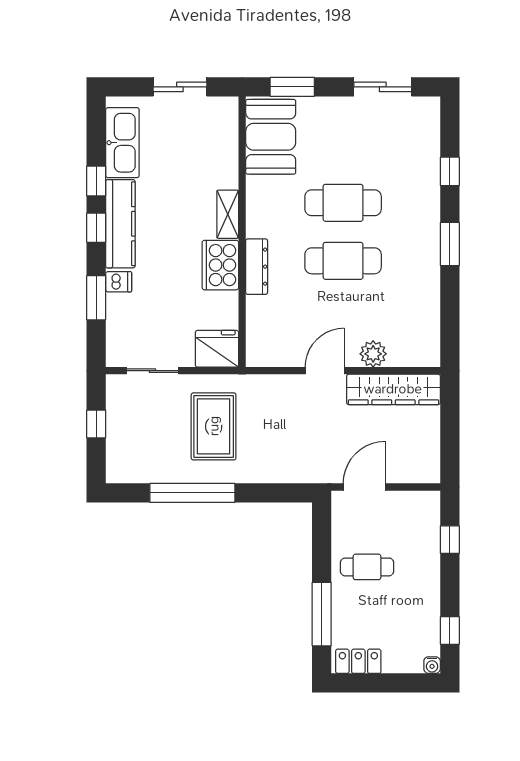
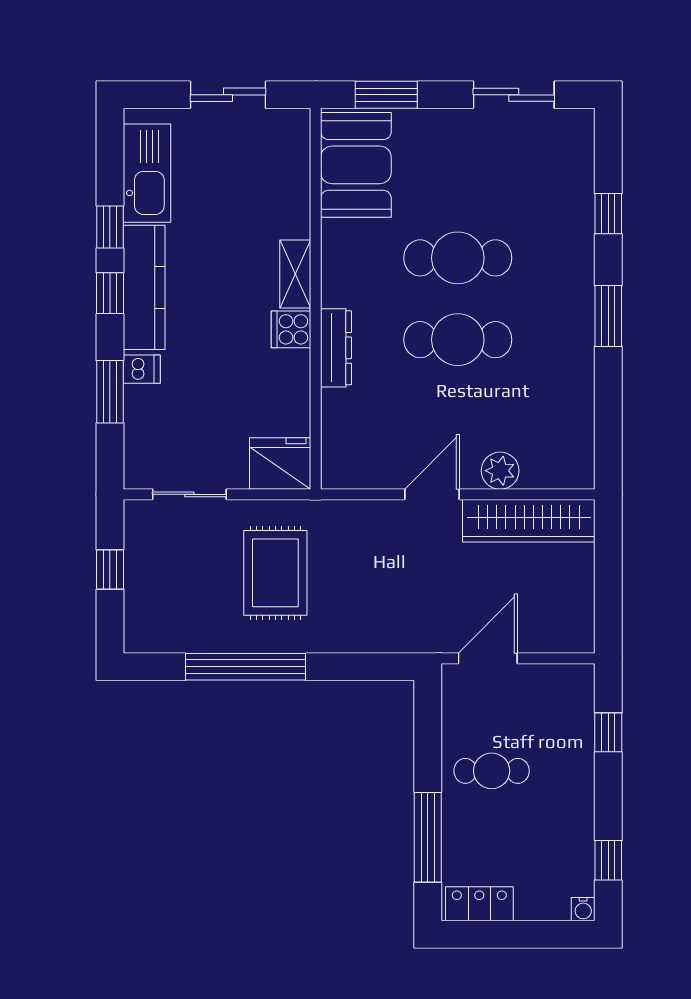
cooker: (220, 265) -> (291, 329), width x0.53, depth x0.76

